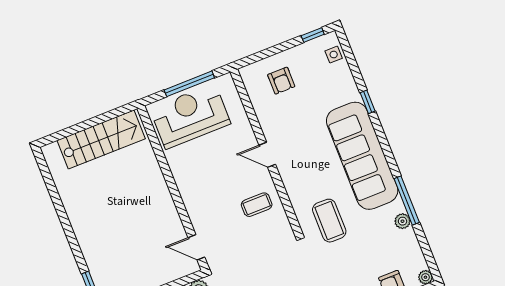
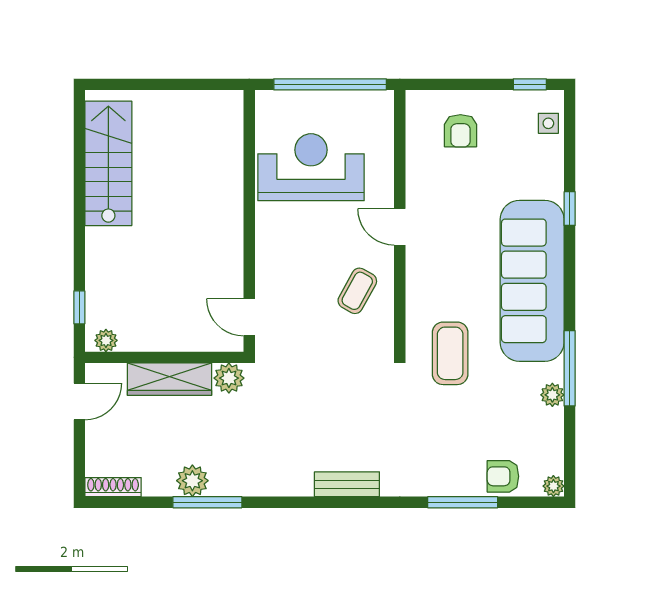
window: (189, 84) -> (330, 84), width x1.46
reception desk: (190, 116) -> (311, 167), moved
stairs: (101, 140) -> (108, 163), moved, turned -90
coffee table: (257, 205) -> (357, 291), turned -61

